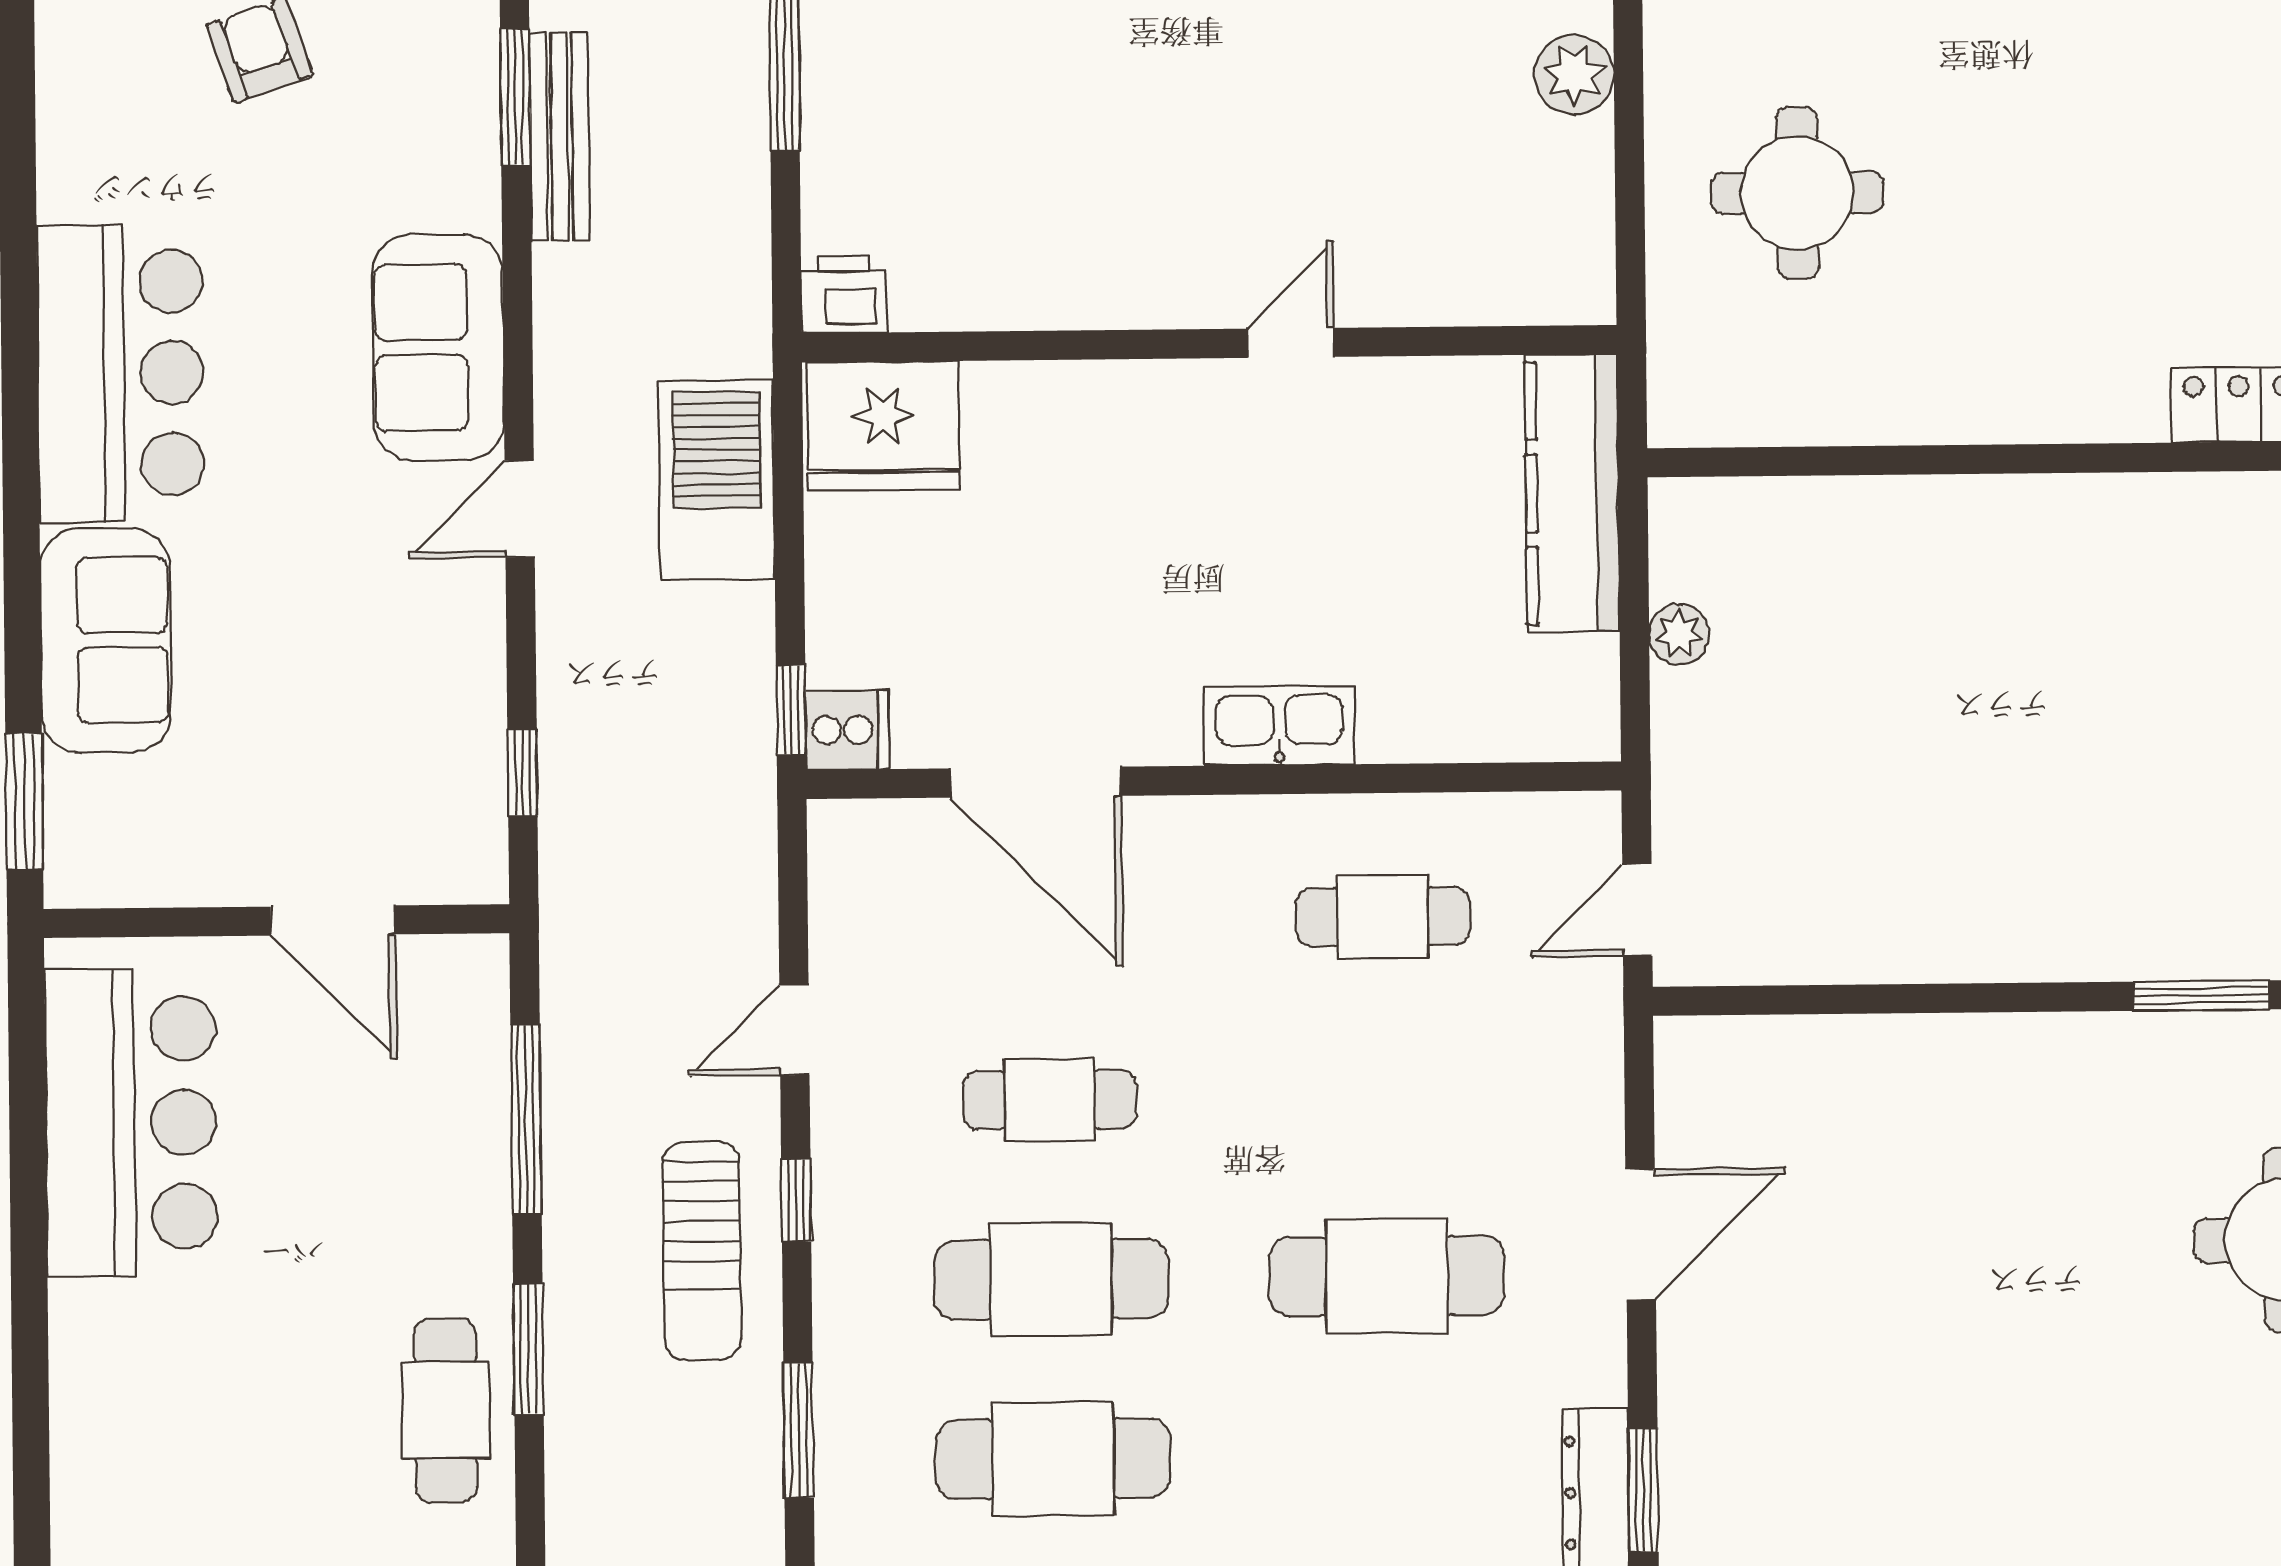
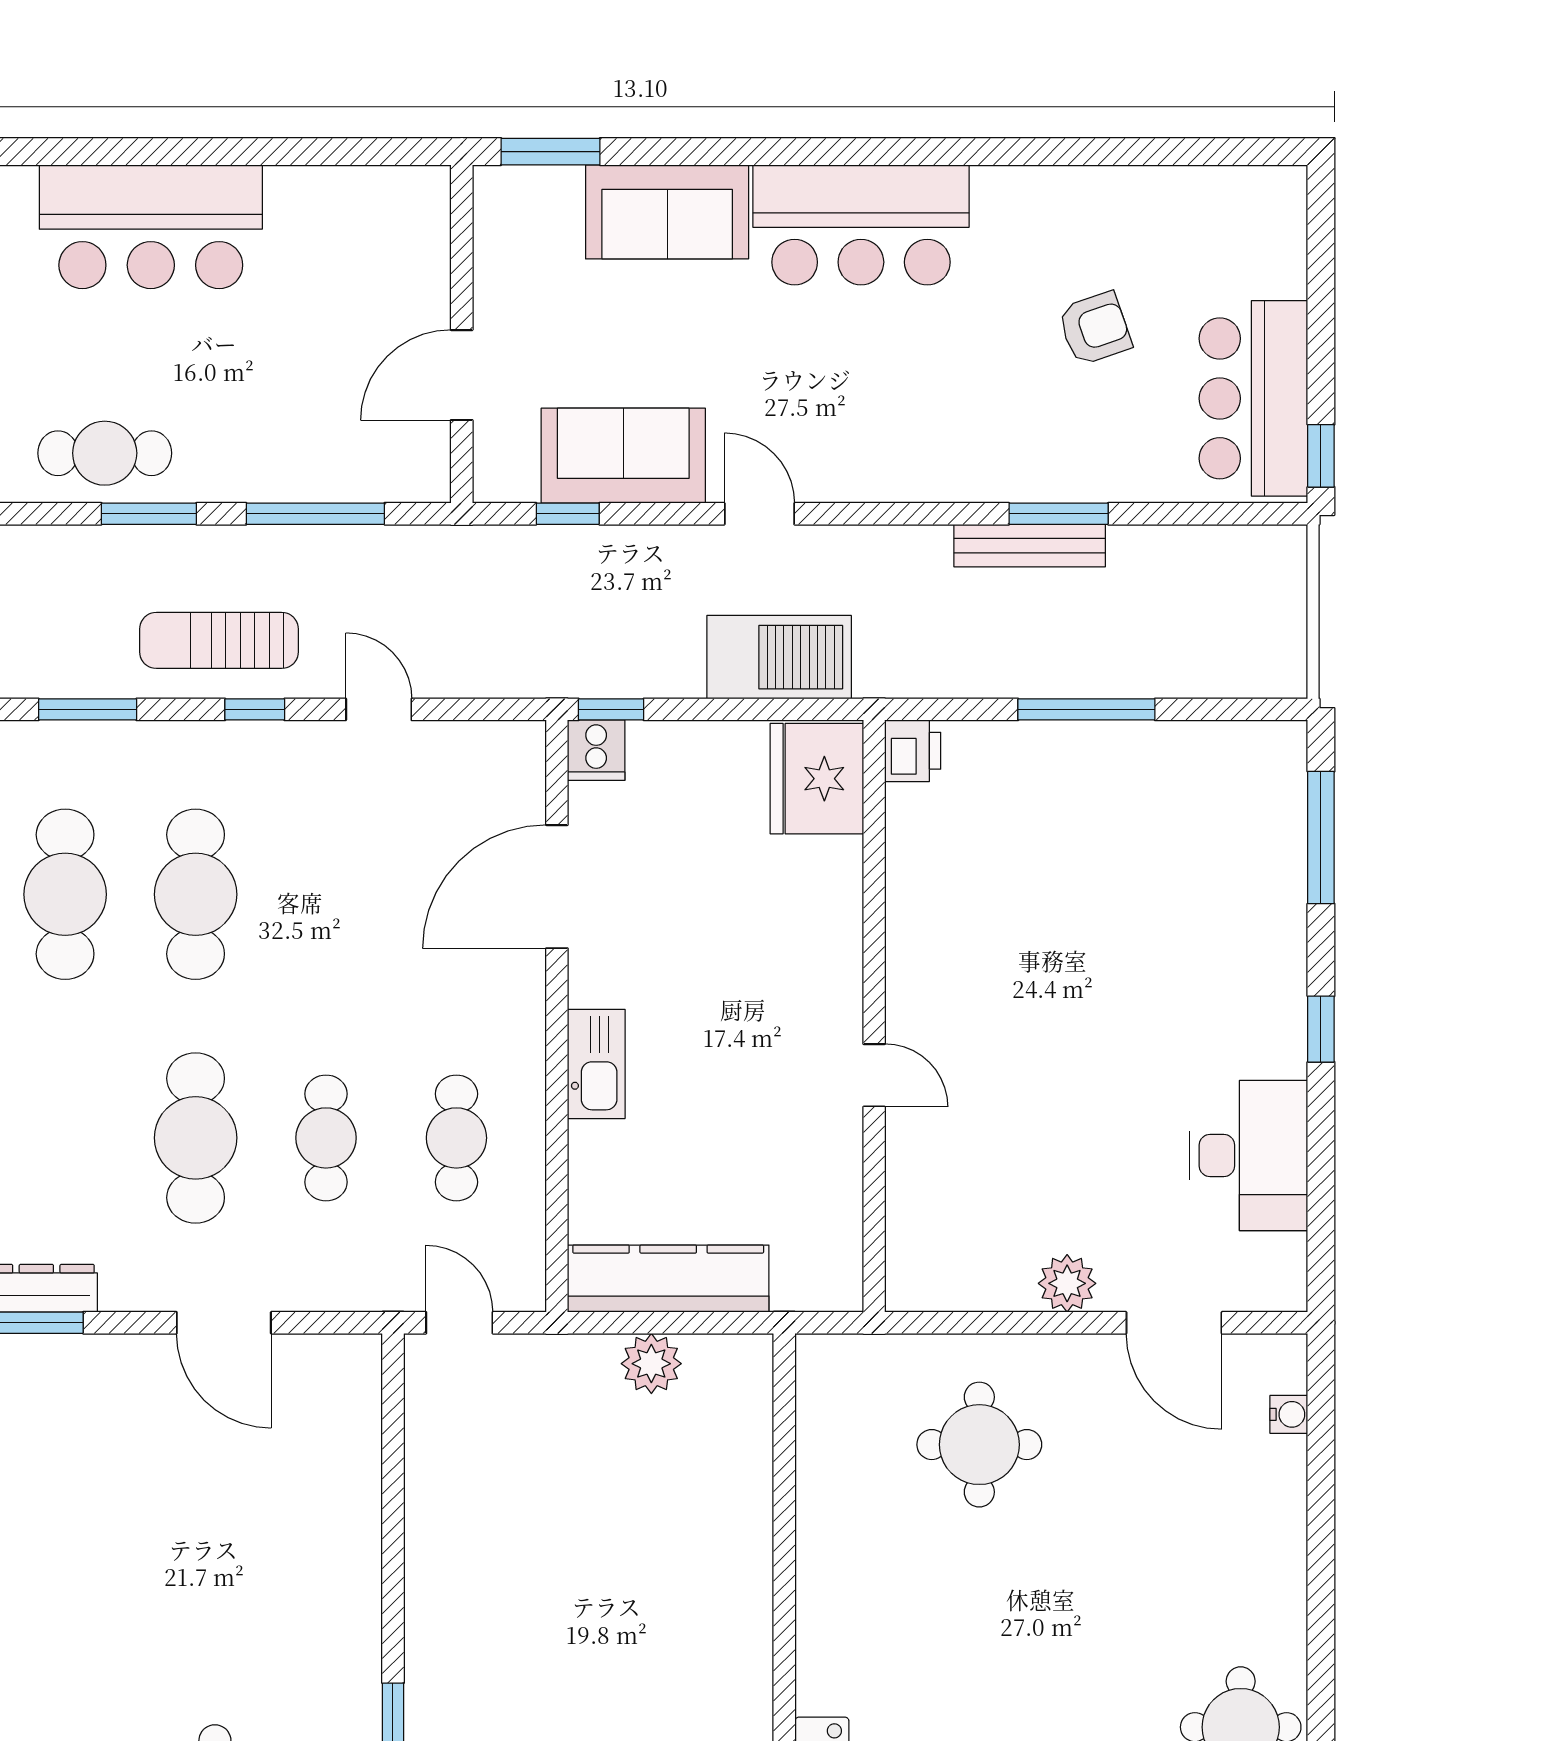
sofa: (438, 347) -> (623, 456), moved
kitchen counter: (1572, 493) -> (668, 1279), moved
plant: (1679, 634) -> (651, 1364), width x1.38, depth x1.38
cafe table: (1049, 1100) -> (326, 1138), moved
bar counter: (131, 1123) -> (151, 227), moved

